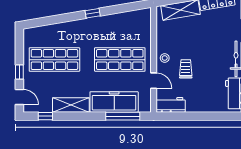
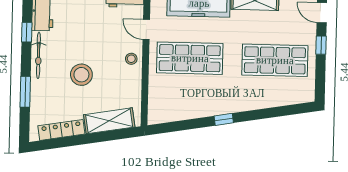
stool: (203, 45) -> (81, 75), added
trolley: (186, 69) -> (104, 44), removed

